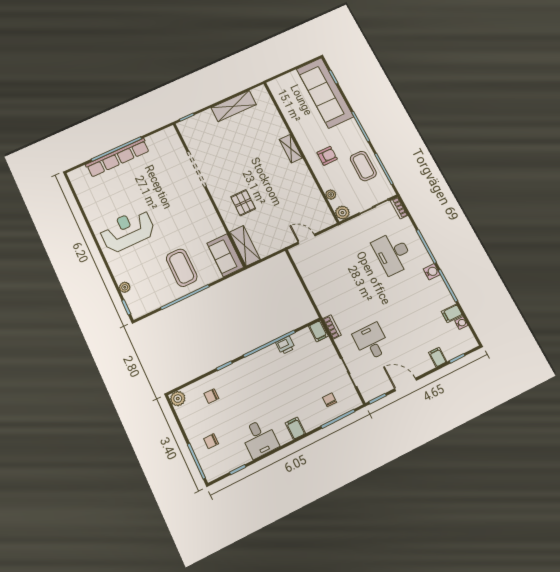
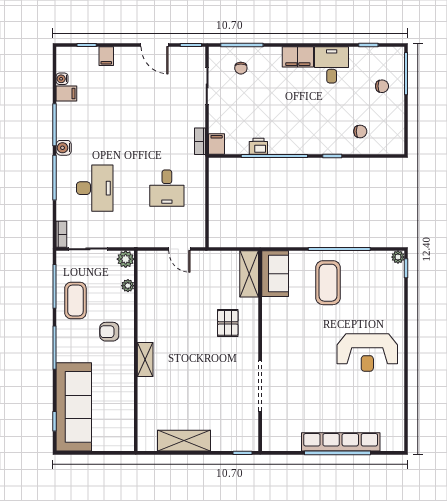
plant: (125, 287) -> (398, 257), moved
desk: (371, 342) -> (167, 188), moved
plant: (178, 399) -> (396, 146), removed
filing cabinet: (295, 428) -> (298, 57), width x2.00

